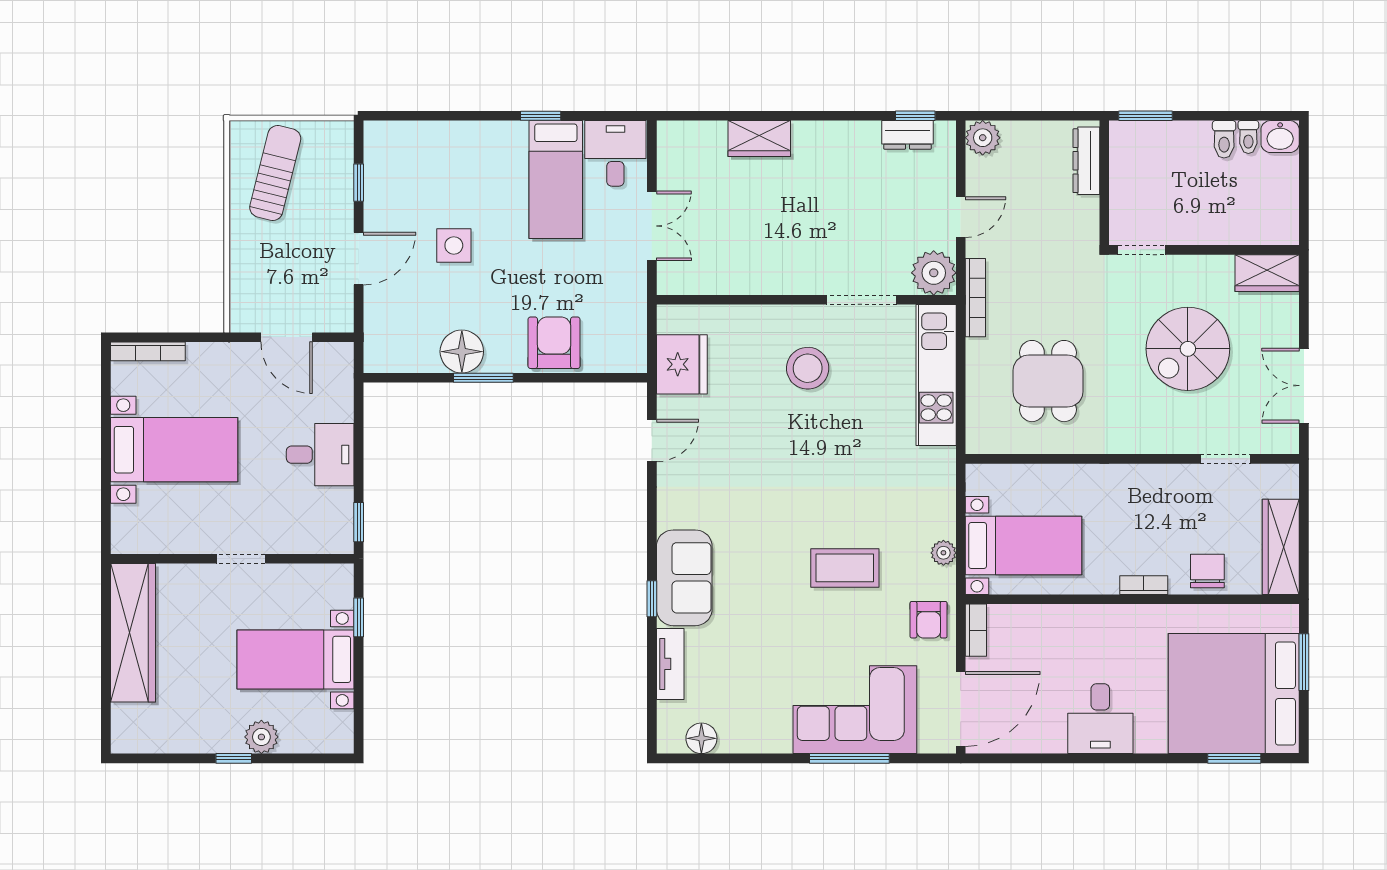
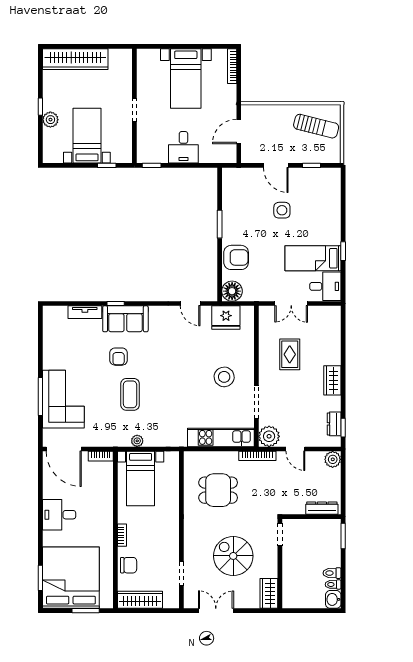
wardrobe: (759, 138) -> (332, 380), moved
rug: (760, 229) -> (290, 354), added
floor lamp: (462, 352) -> (232, 291), moved
armchair: (929, 620) -> (119, 357), moved, turned -90
wardrobe: (133, 633) -> (75, 59), moved
floor lamp: (701, 738) -> (50, 327), removed

